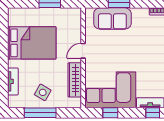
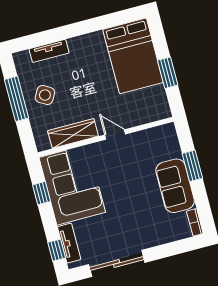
sofa: (112, 18) -> (175, 186), moved
bed: (32, 43) -> (133, 56), moved

